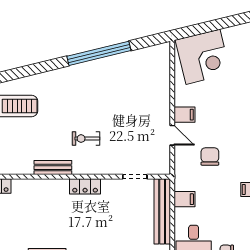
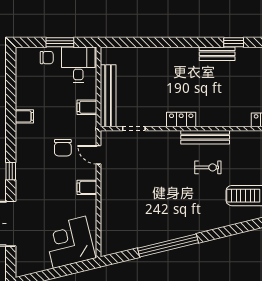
door: (172, 135) -> (99, 155), moved
exercise bike: (86, 139) -> (208, 167), moved
bench: (53, 168) -> (205, 137), width x1.36

